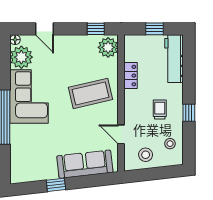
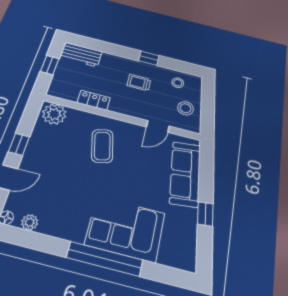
window: (96, 29) -> (19, 144), moved
plant: (21, 57) -> (30, 222), width x0.53, depth x0.53
workbench: (174, 59) -> (81, 55), width x0.73
coffee table: (91, 93) -> (102, 146), width x0.73, depth x0.76
corner sofa: (29, 96) -> (125, 229), moved

